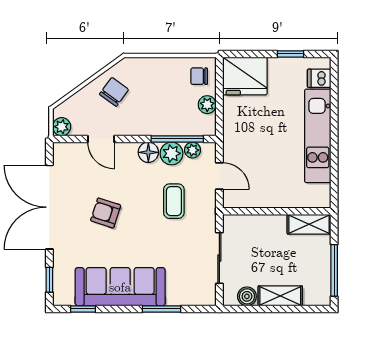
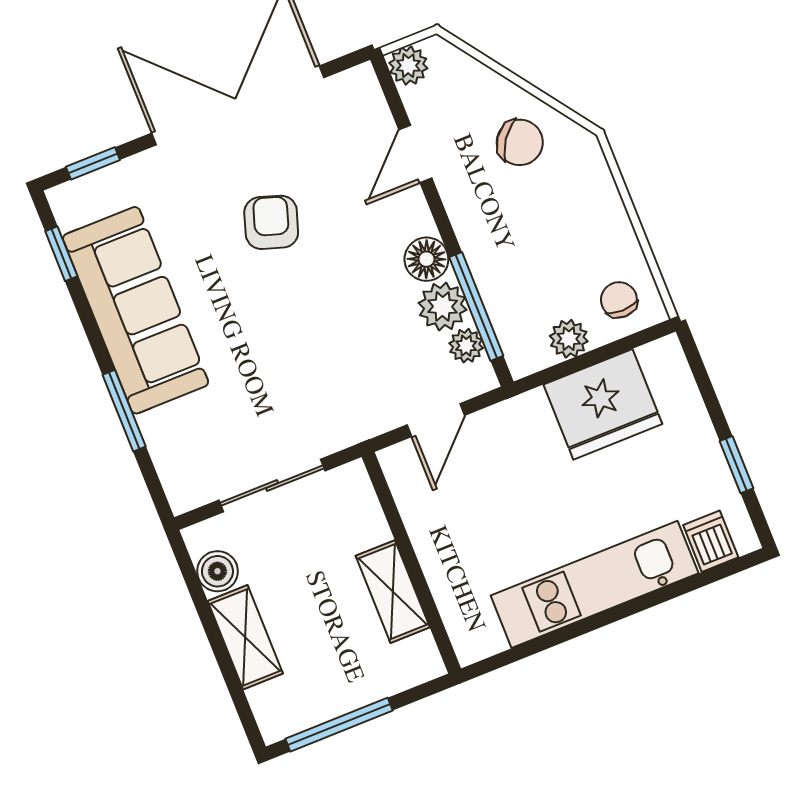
fridge: (245, 76) -> (603, 404), moved, turned -90
coffee table: (174, 201) -> (349, 349), removed
shelving: (309, 224) -> (393, 592), moved

